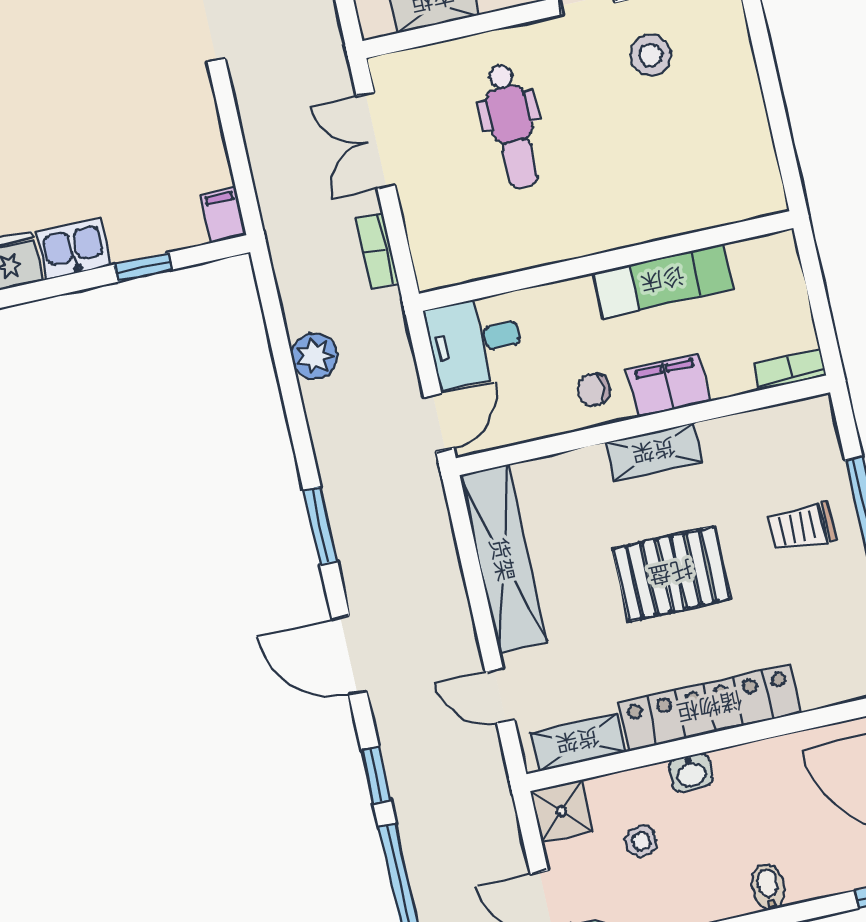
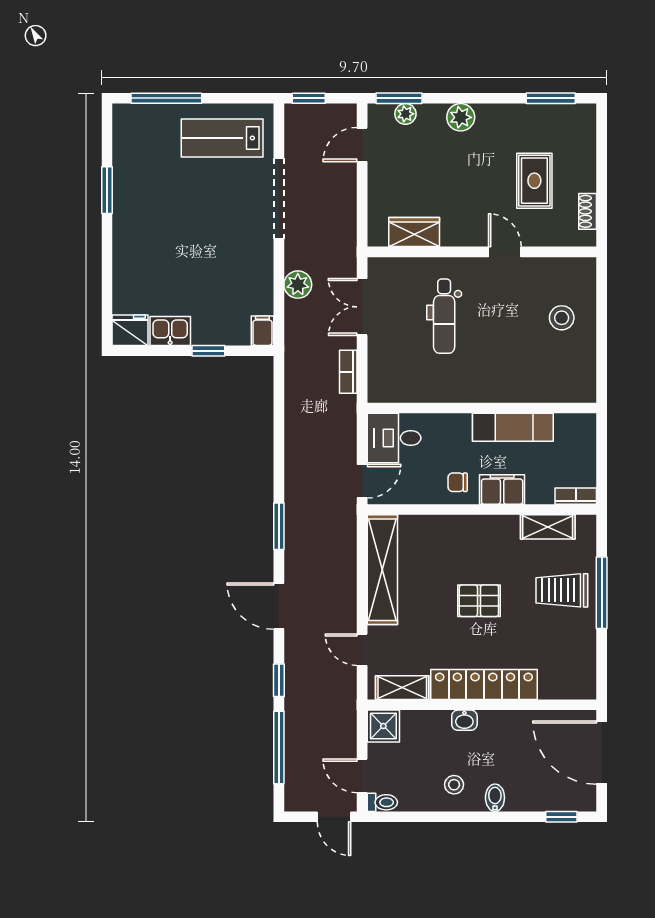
stool: (651, 55) -> (562, 318), moved
plant: (315, 356) -> (298, 285), moved
shelving: (654, 452) -> (548, 527), moved
trolley: (802, 527) -> (562, 590), width x1.36, depth x1.39
pallet: (671, 574) -> (479, 601), width x0.67, depth x0.71
stool: (641, 841) -> (454, 785), moved

